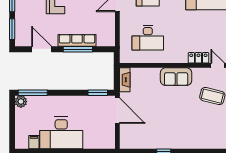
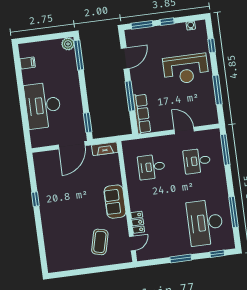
desk: (148, 38) -> (151, 167), width x0.73
row of seats: (77, 40) -> (142, 114), moved
desk: (61, 133) -> (43, 105), moved

